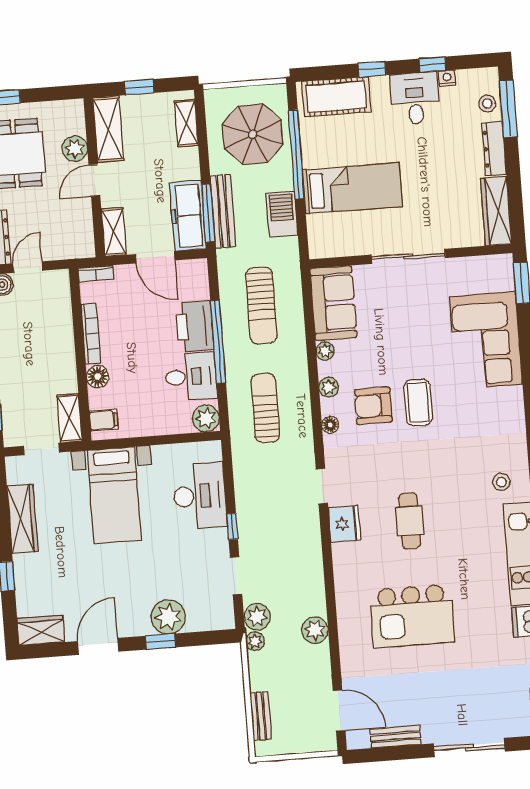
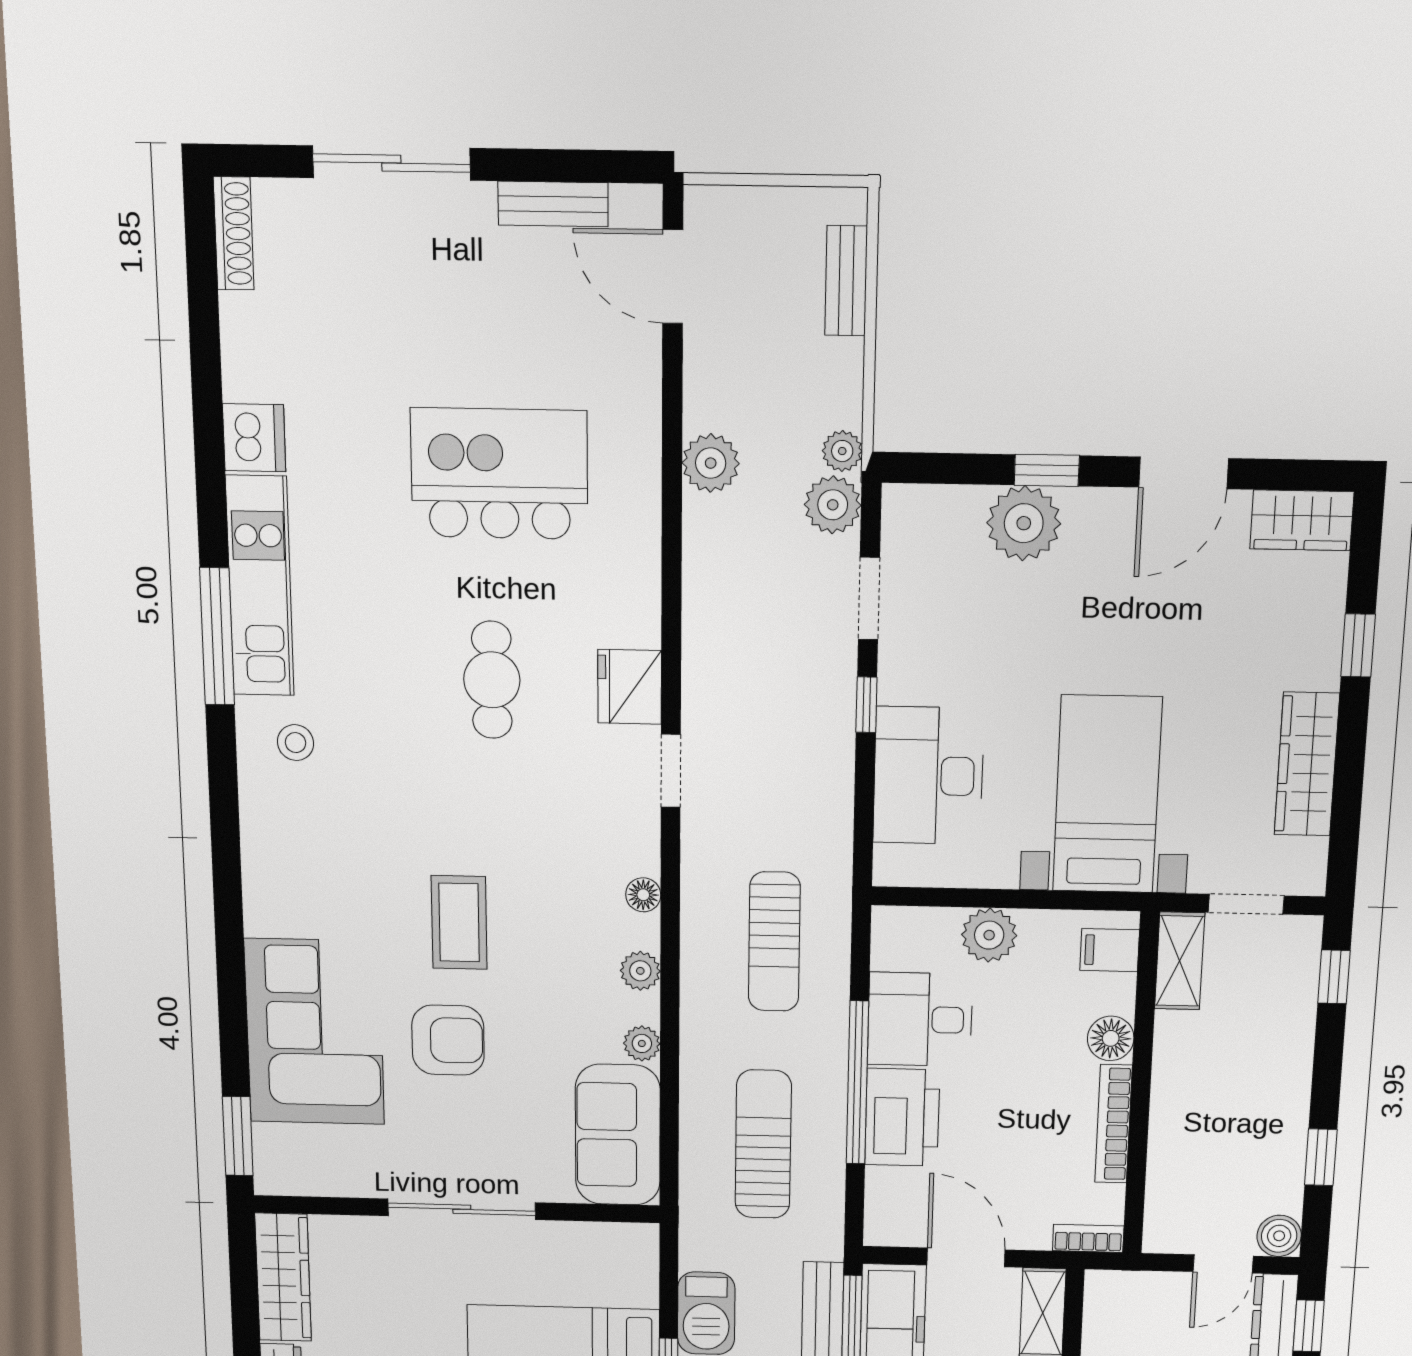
armchair: (373, 406) -> (448, 1040), moved
plant: (206, 418) -> (989, 935), moved

